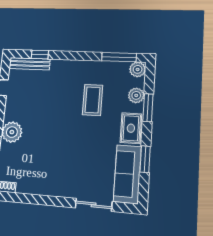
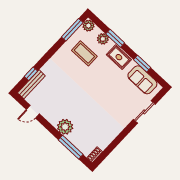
coffee table: (92, 100) -> (84, 53), moved
sofa: (127, 174) -> (142, 80), width x0.73

